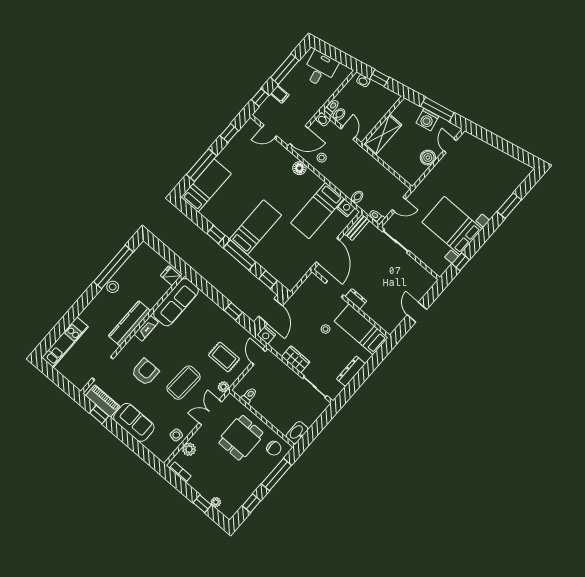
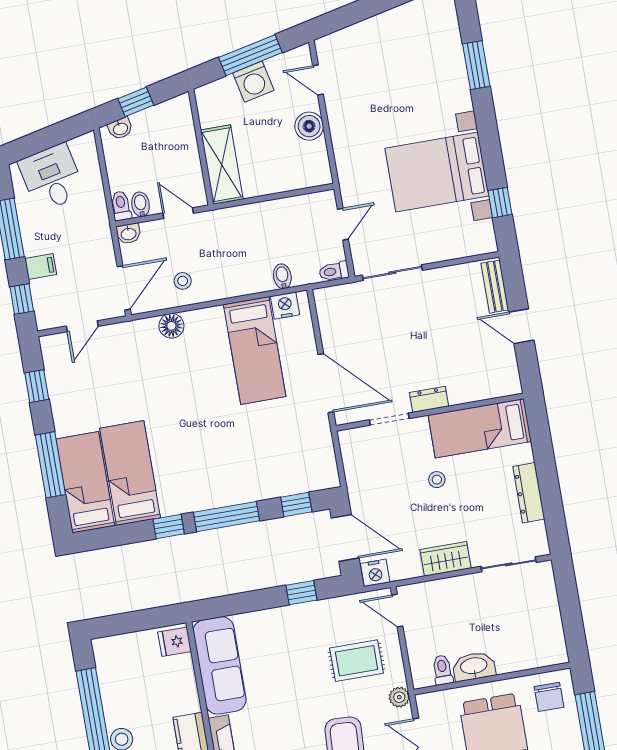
bed: (256, 227) -> (130, 473), moved
bench: (357, 227) -> (495, 287), moved
washbasin: (297, 433) -> (474, 666), moved, turned 90
chair: (274, 448) -> (549, 697), turned 90

